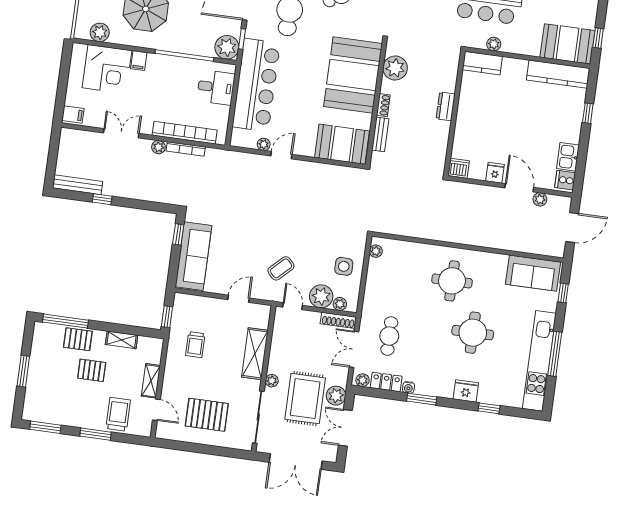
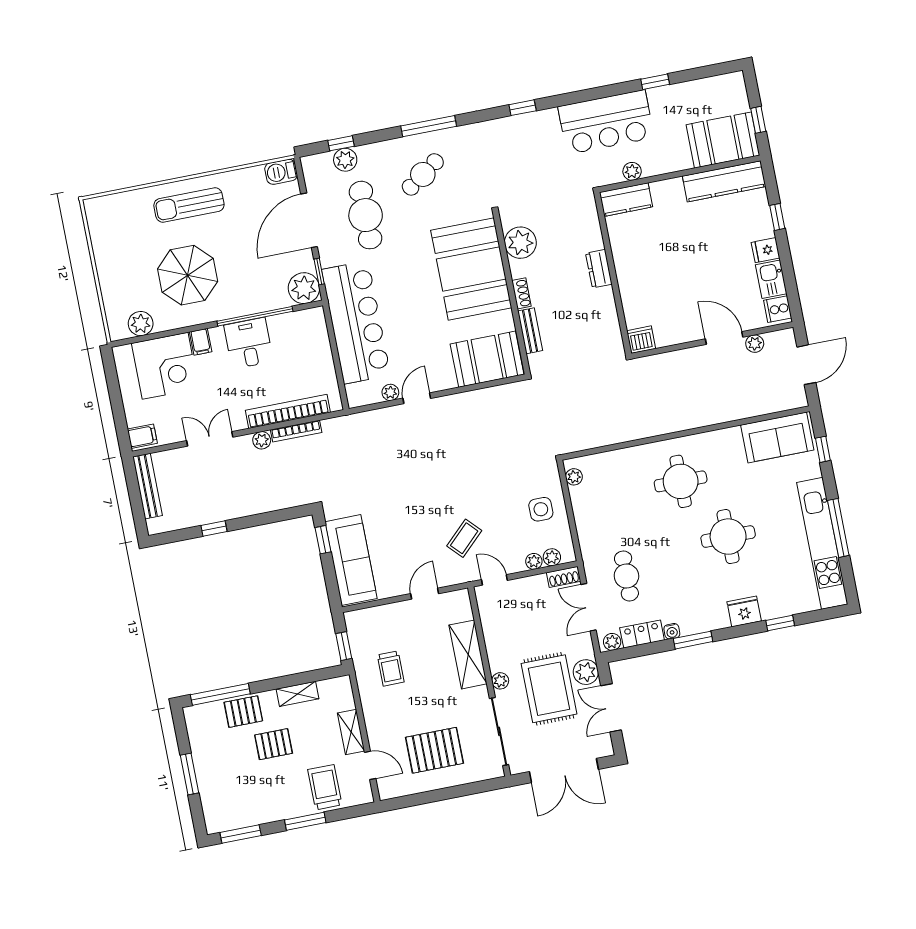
desk: (216, 87) -> (249, 343), moved, turned -90
fridge: (495, 173) -> (766, 250), moved, turned -90
bench: (78, 185) -> (148, 486), moved, turned 90
plant: (321, 296) -> (534, 561), width x0.53, depth x0.53
shoe rack: (338, 320) -> (564, 577), width x0.70

